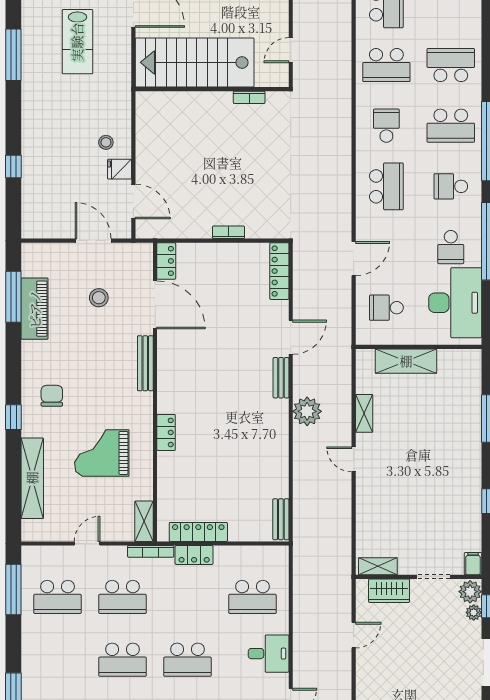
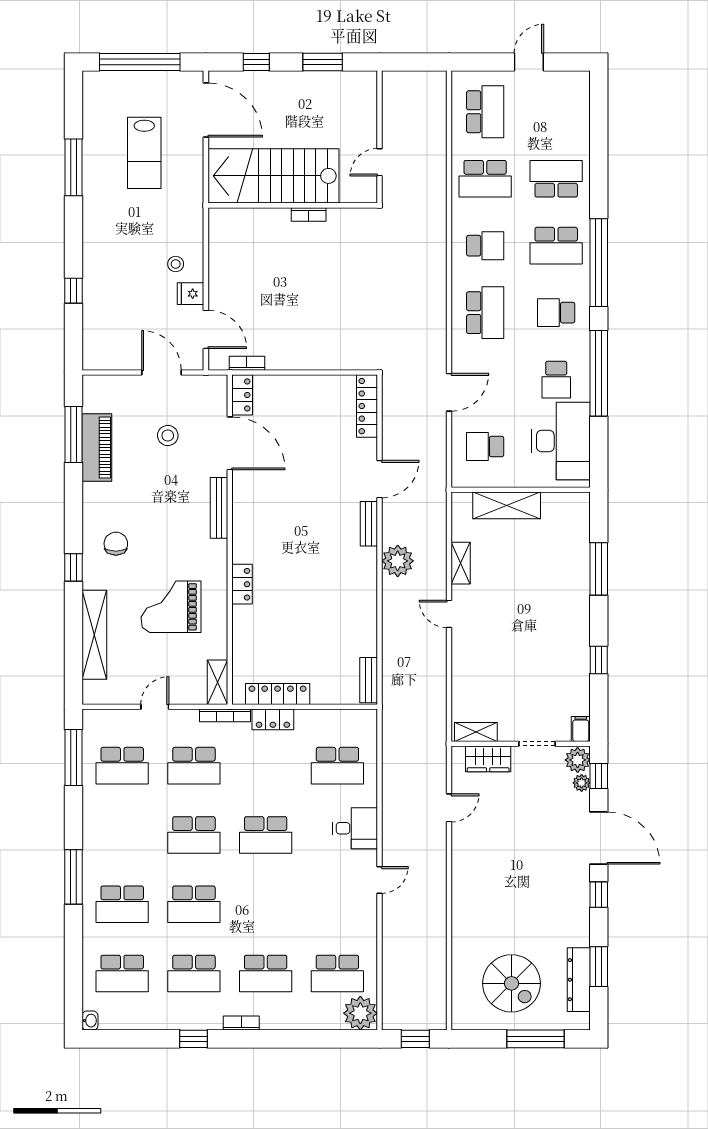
bookcase: (249, 97) -> (309, 214), moved
school desk: (386, 126) -> (485, 246), turned 90
bookcase: (229, 232) -> (247, 363), moved

